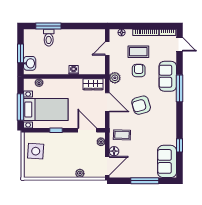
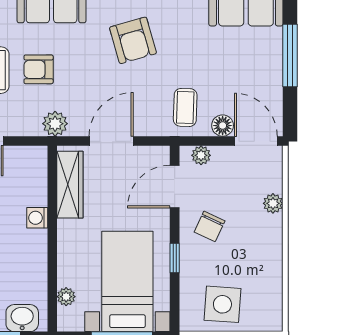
wardrobe: (93, 84) -> (70, 185), width x1.50
armchair: (141, 105) -> (133, 40), moved
chair: (70, 145) -> (210, 226), added

